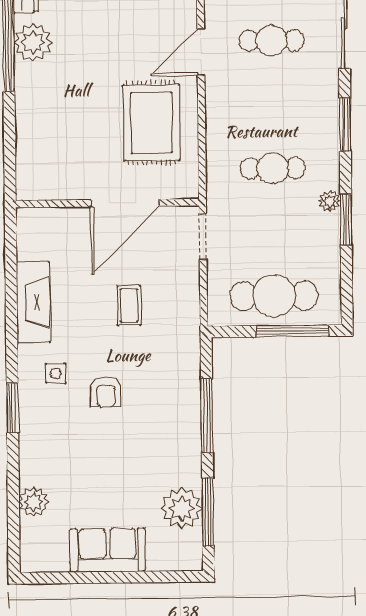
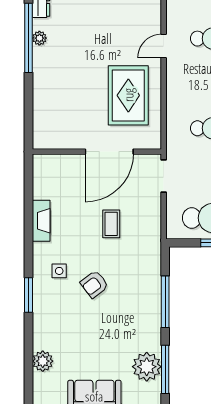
plant: (33, 42) -> (39, 38), width x0.53, depth x0.53
door: (201, 52) -> (164, 46), width x0.73
fireplace: (33, 302) -> (41, 221), width x0.73, depth x0.76
armchair: (106, 392) -> (94, 284), turned 53

